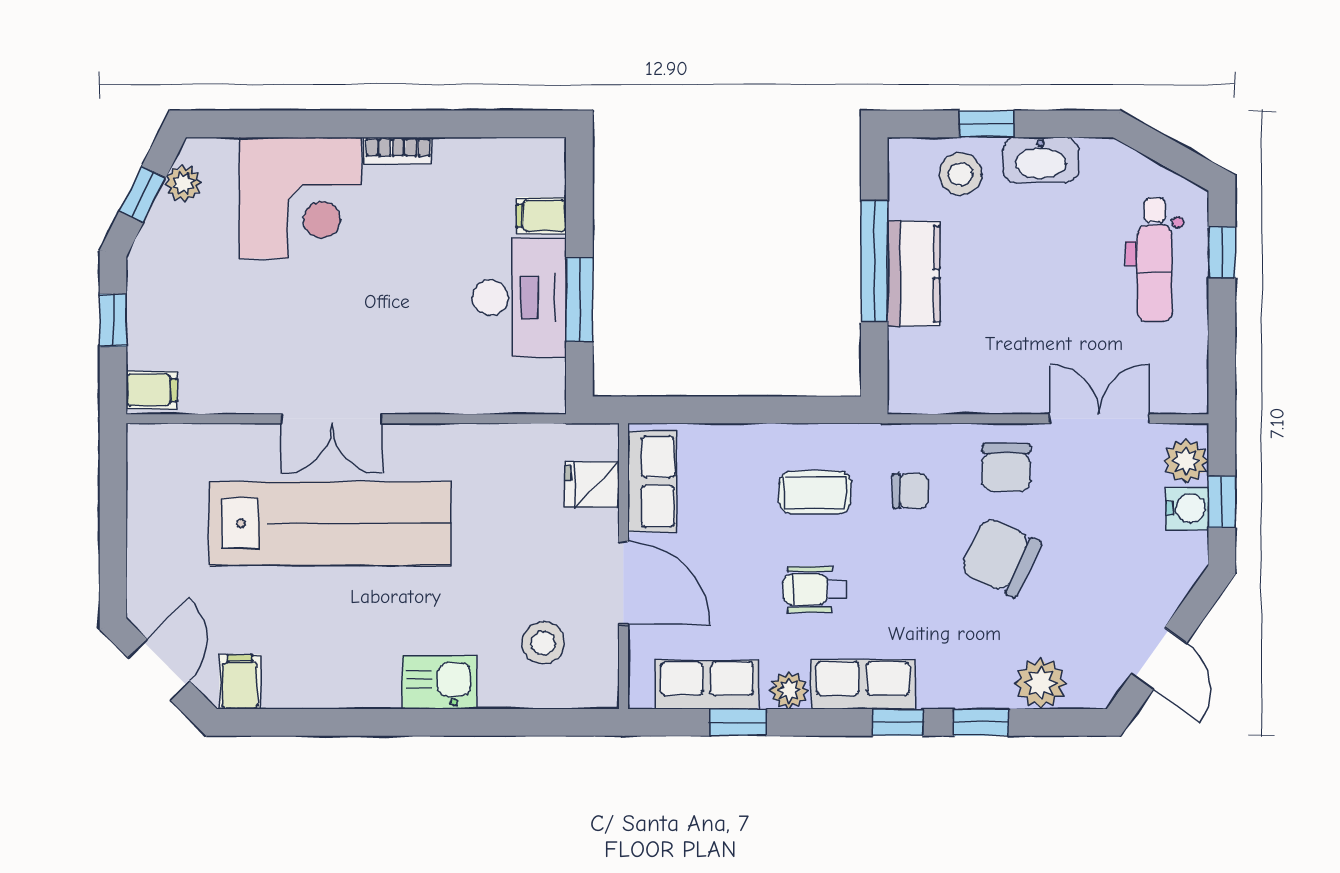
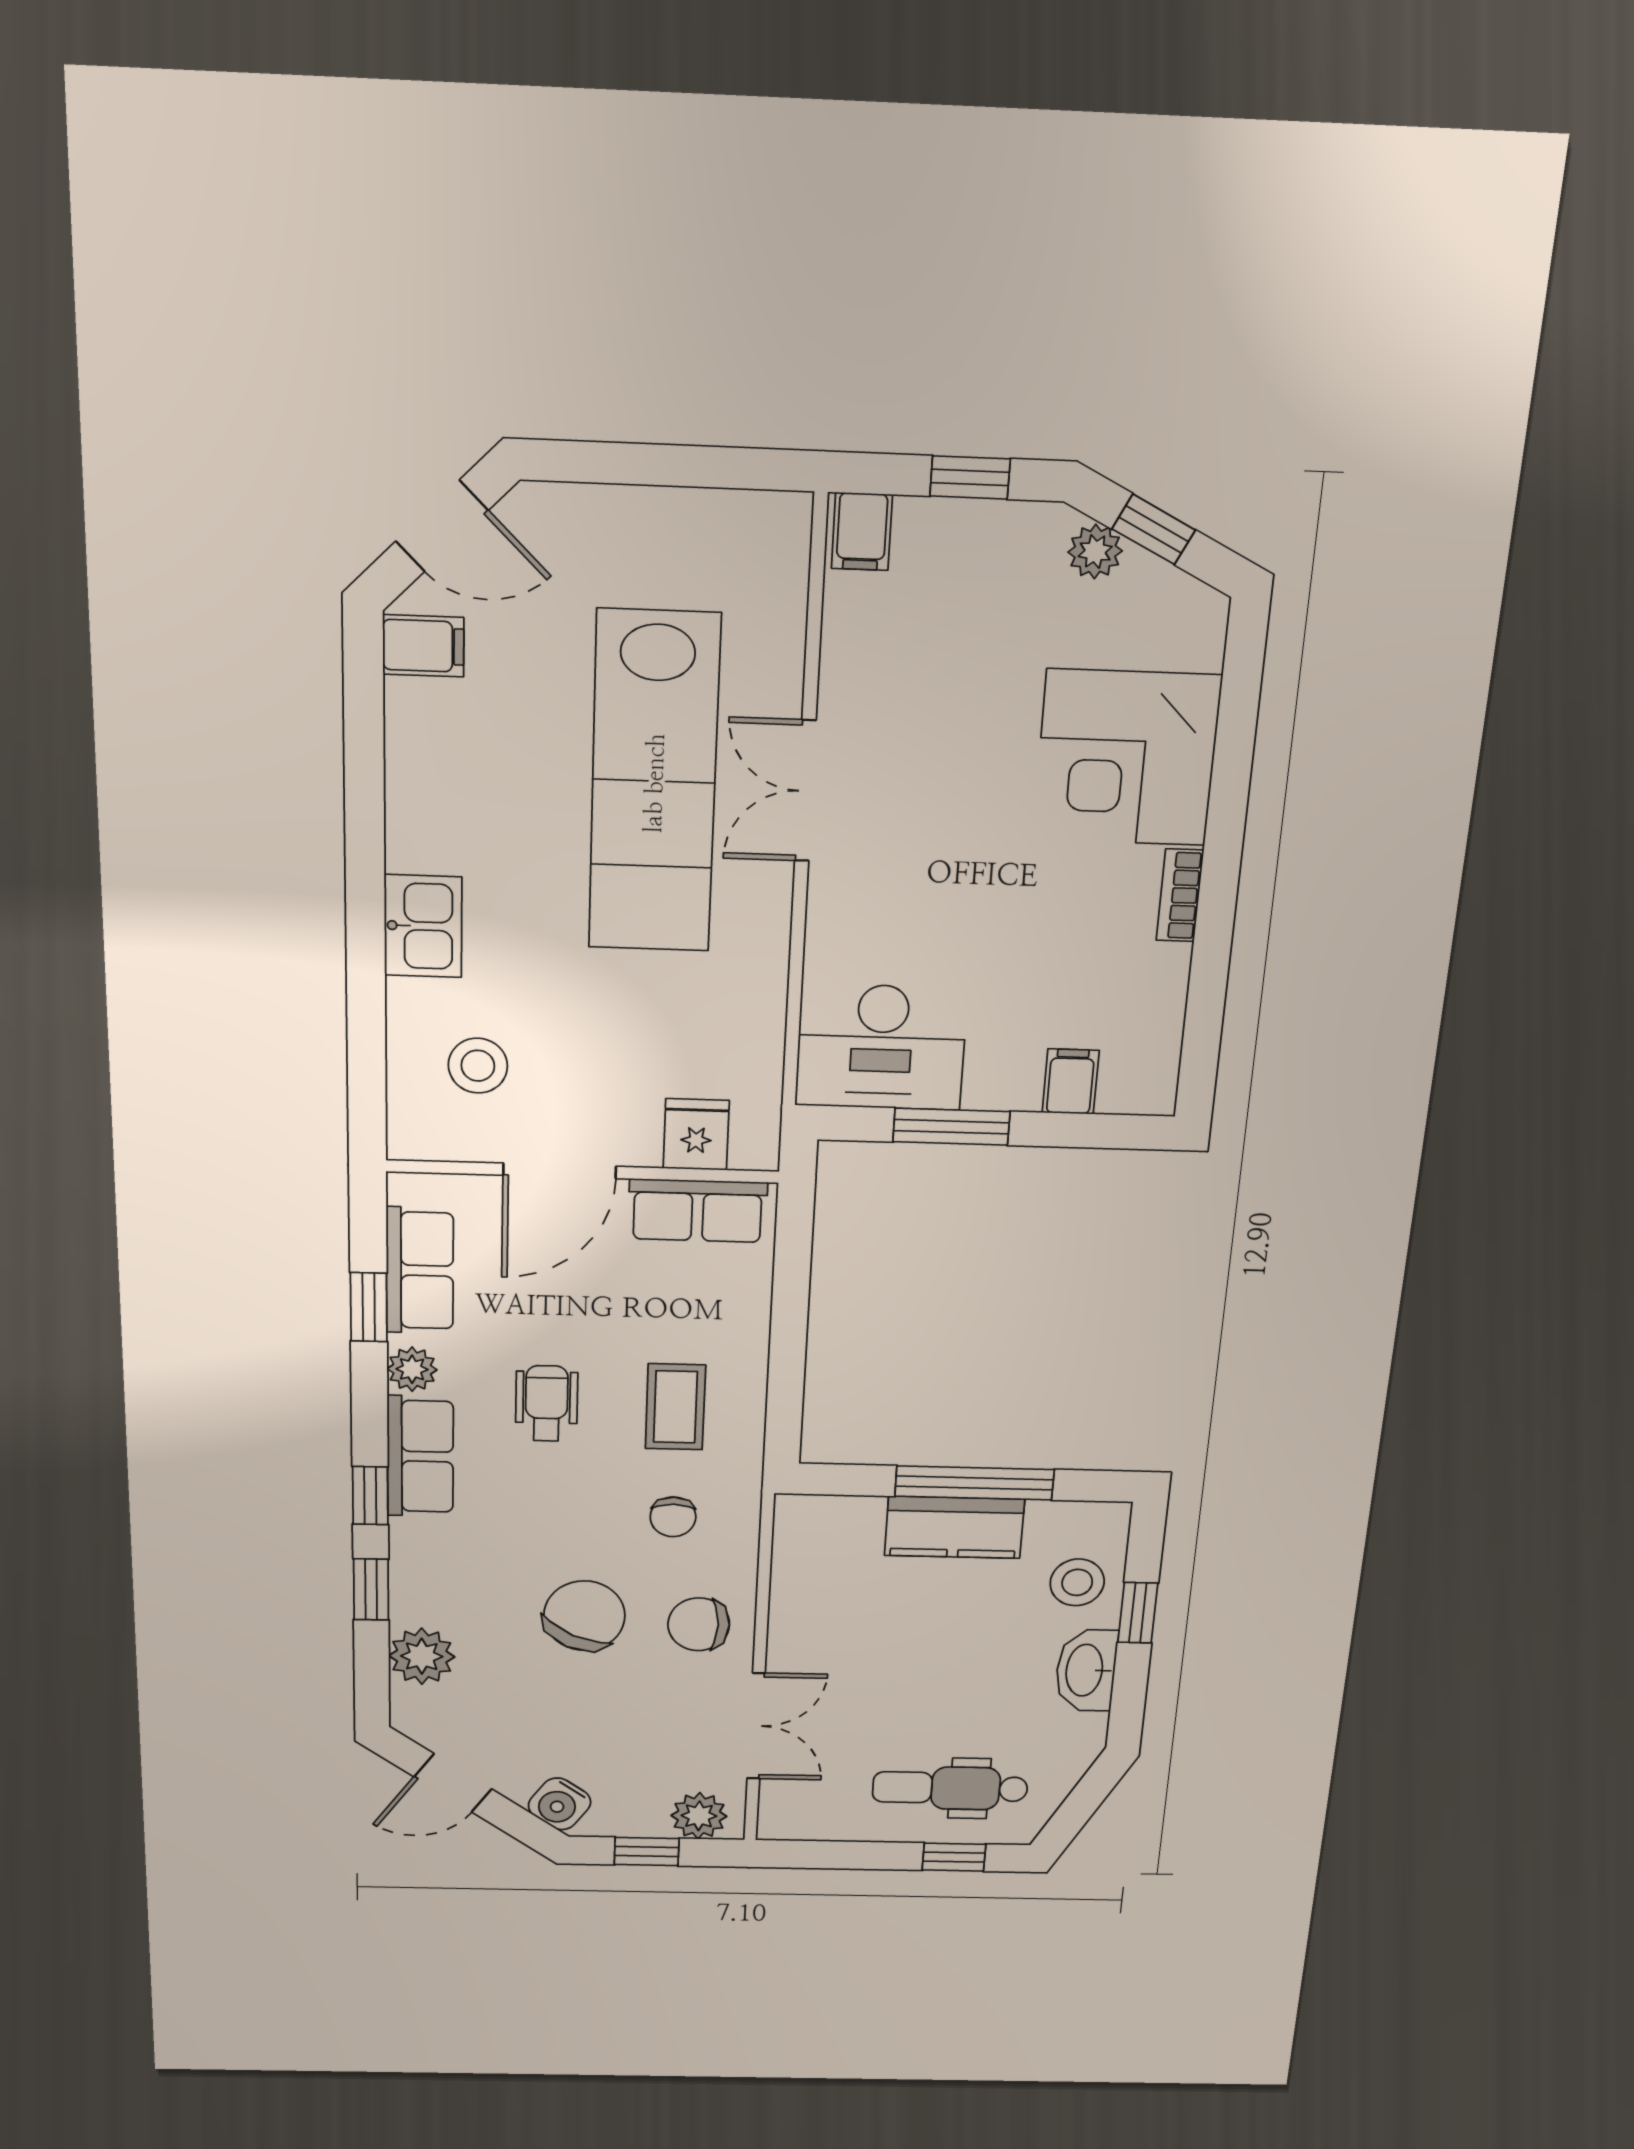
plant: (183, 183) -> (1095, 552), moved
desk: (519, 298) -> (881, 1047), moved
water cooler: (1187, 508) -> (560, 1804), moved, turned 35

